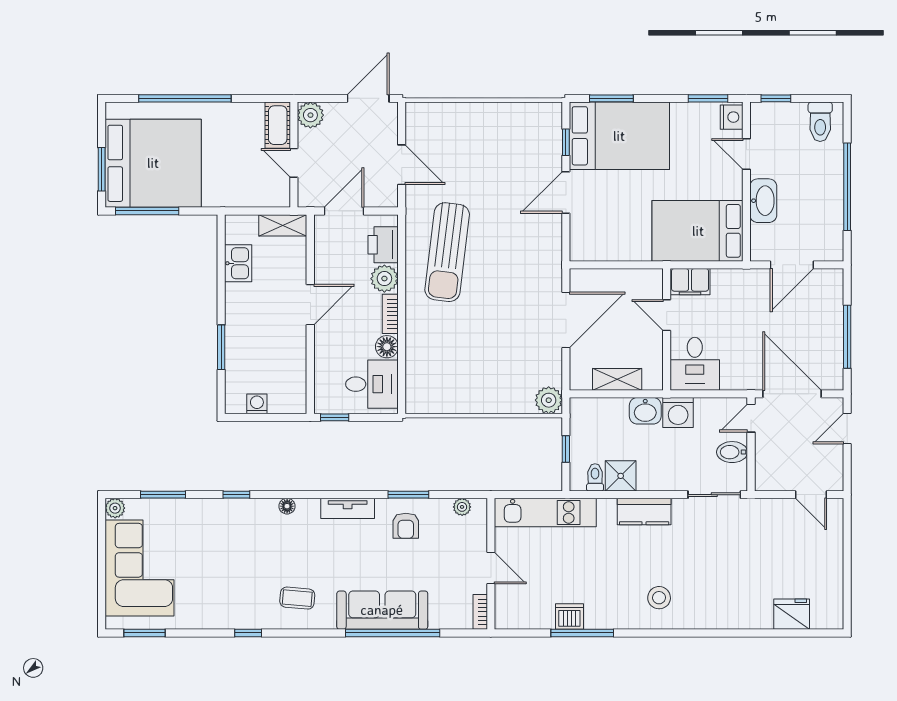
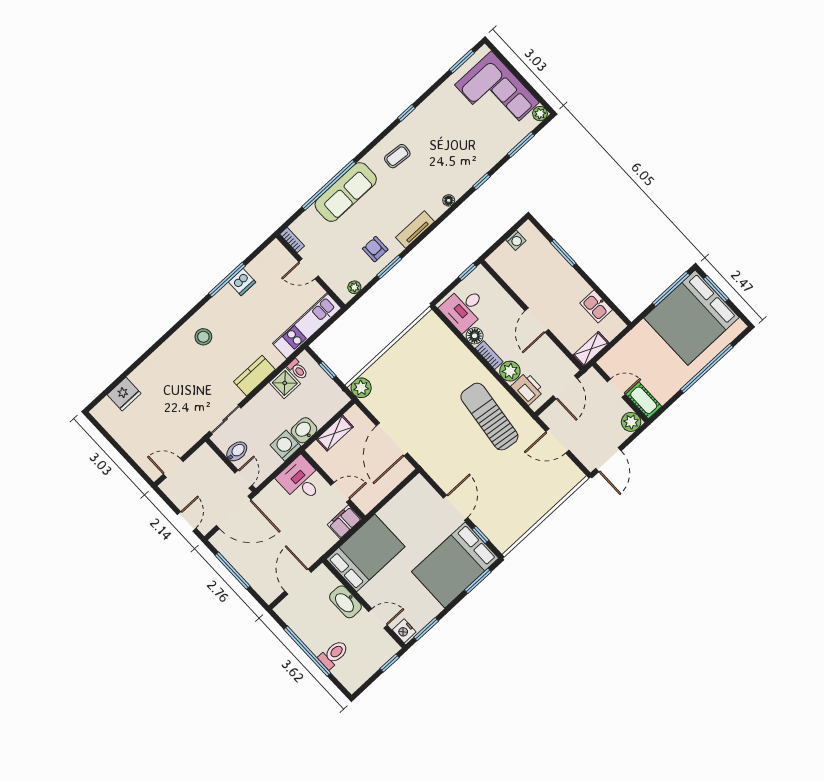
toilet: (820, 122) -> (334, 654), moved, turned 90

